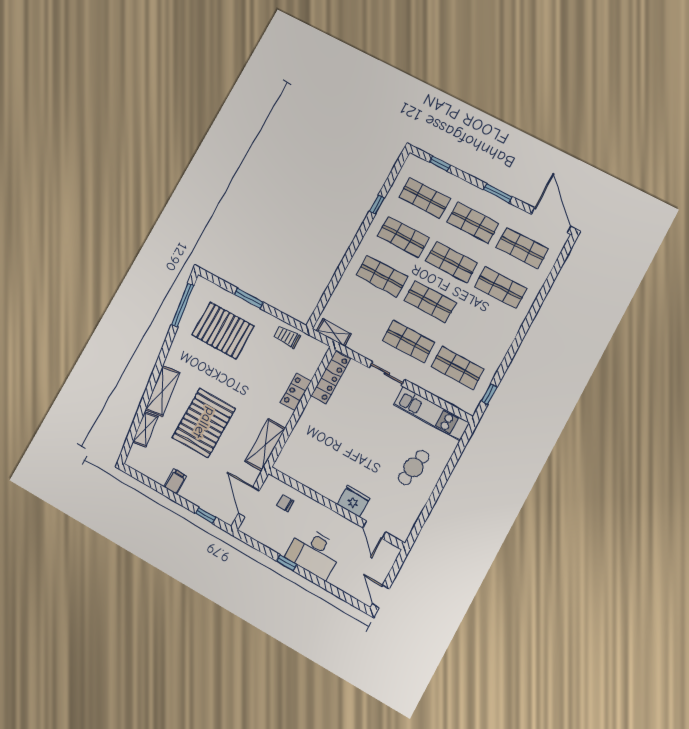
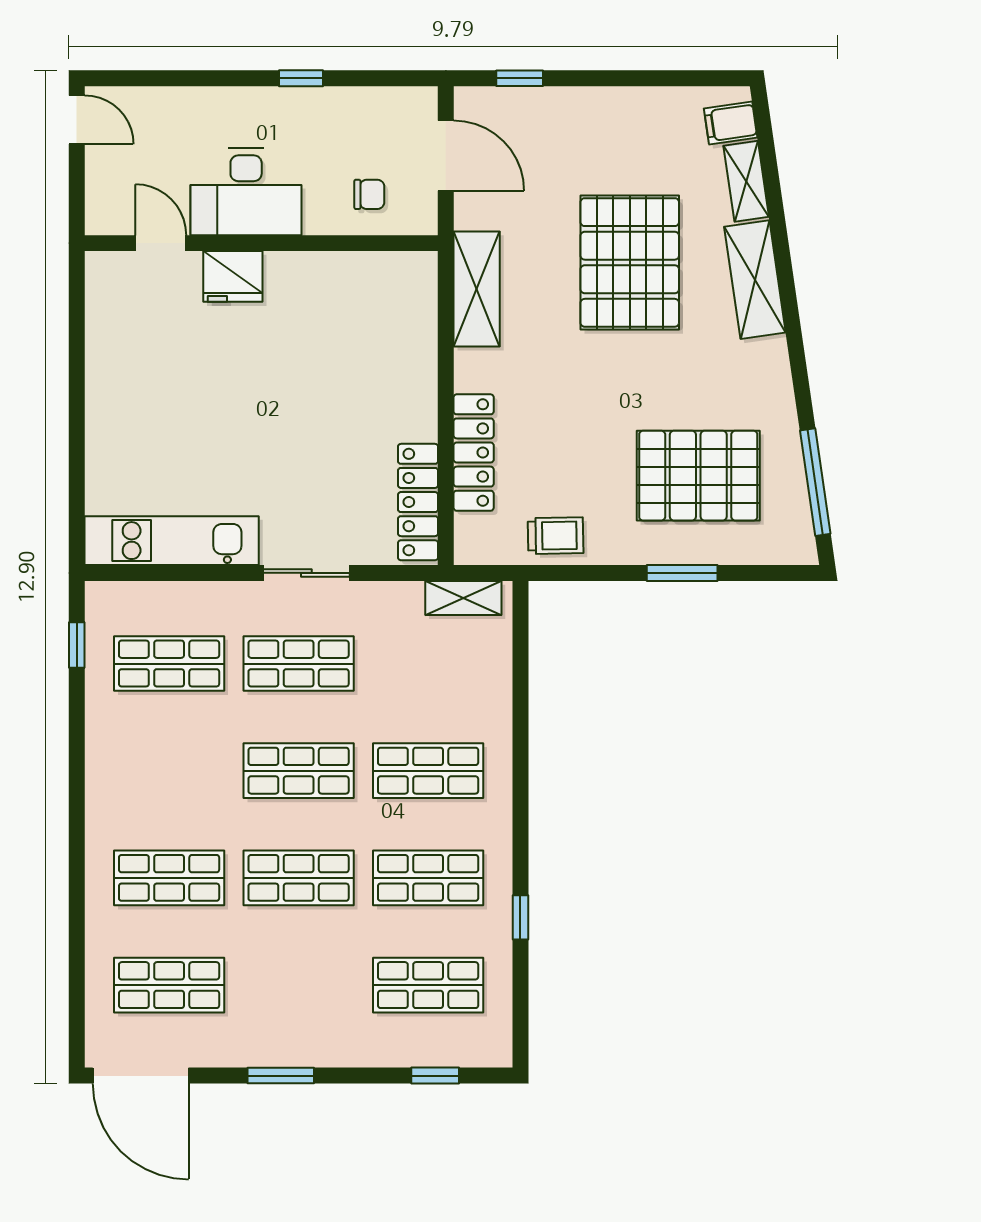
shop shelf: (473, 223) -> (299, 985), removed
locker: (296, 392) -> (474, 453), width x1.53
cafe table: (414, 468) -> (149, 412), removed
filing cabinet: (175, 482) -> (731, 123), moved, turned 82
desk: (314, 553) -> (246, 192), moved, turned 180

